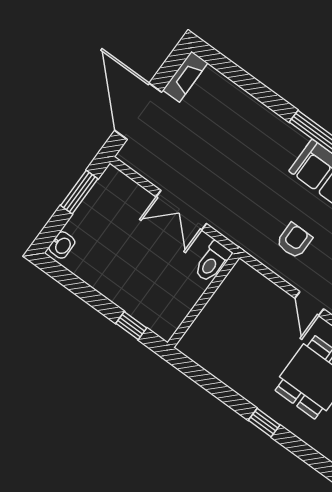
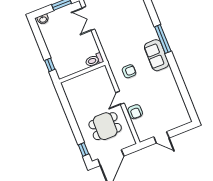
double door: (181, 210) -> (88, 18), moved
window: (264, 423) -> (83, 149), moved

